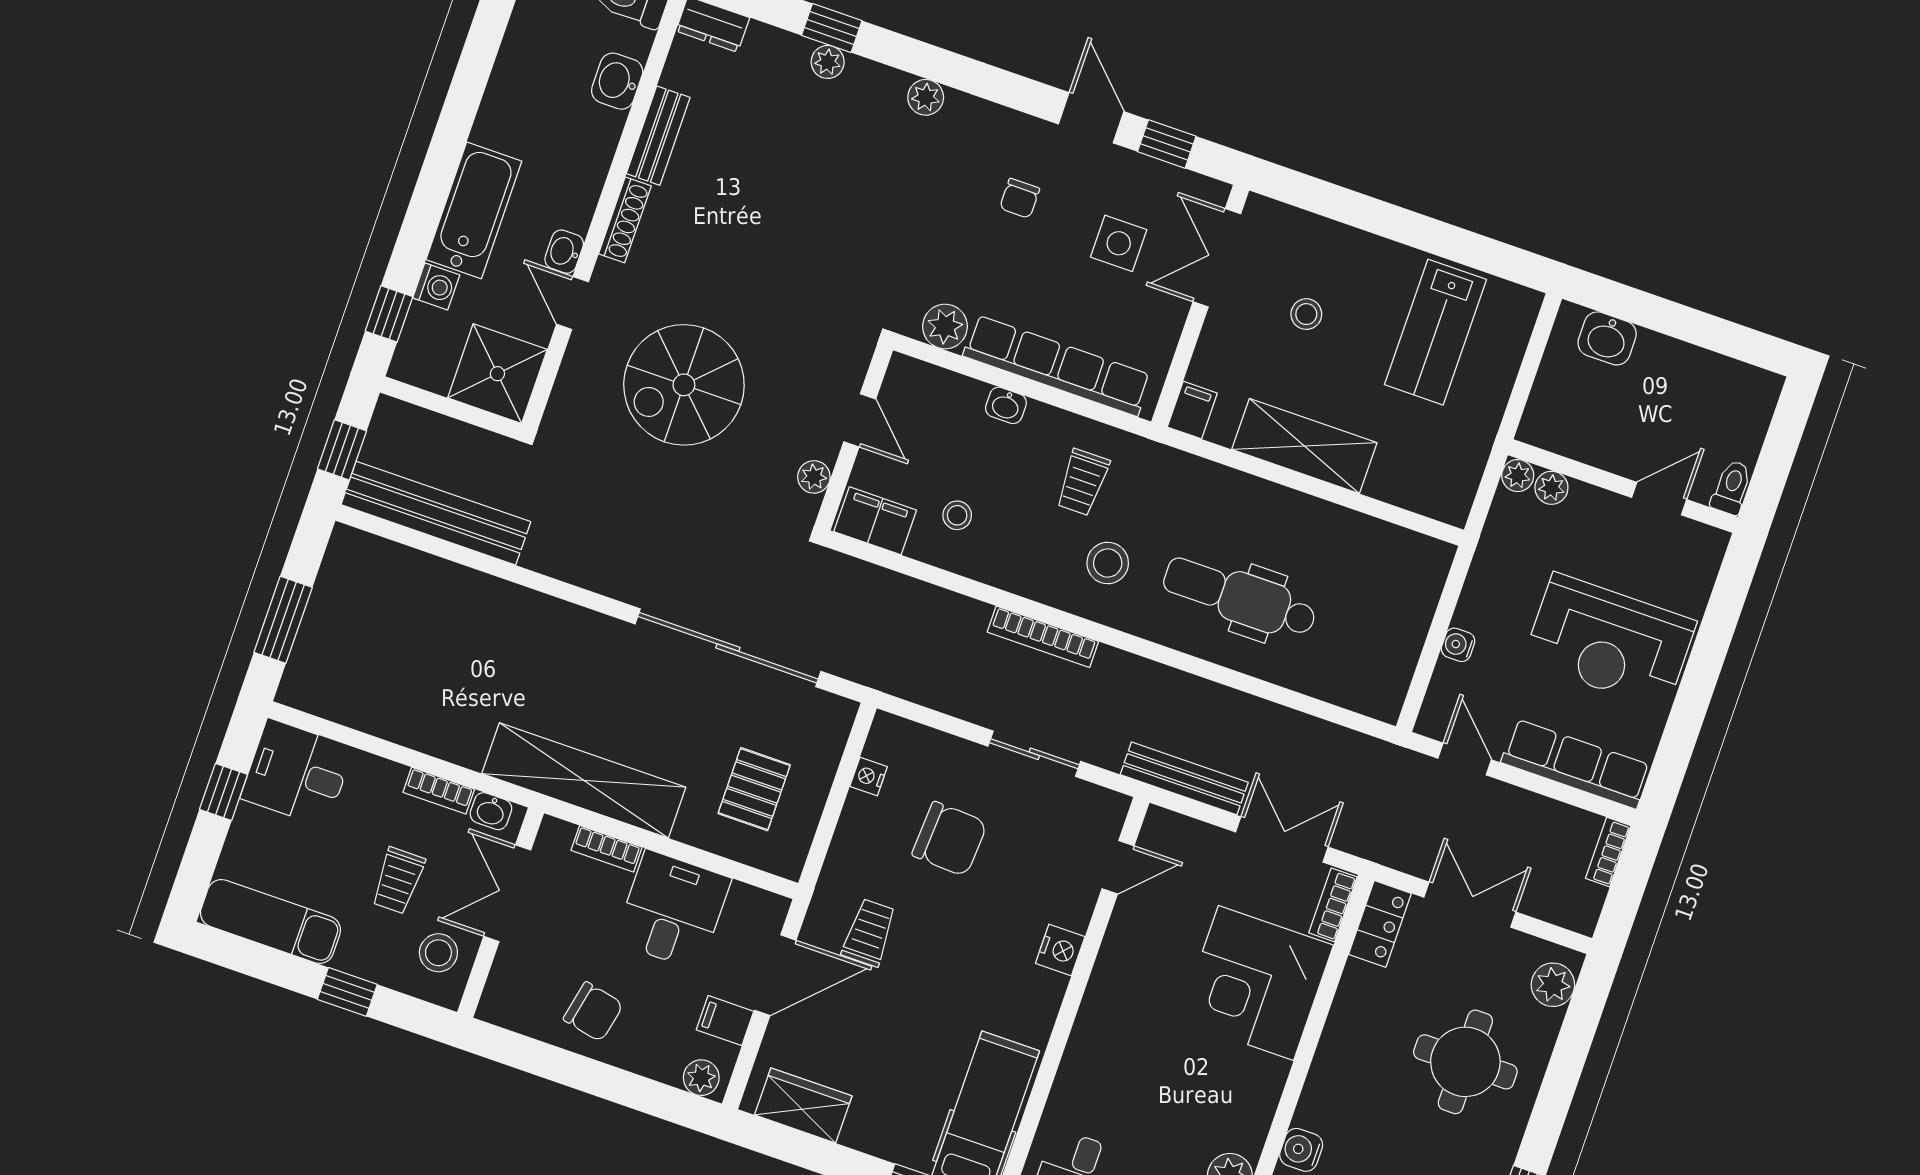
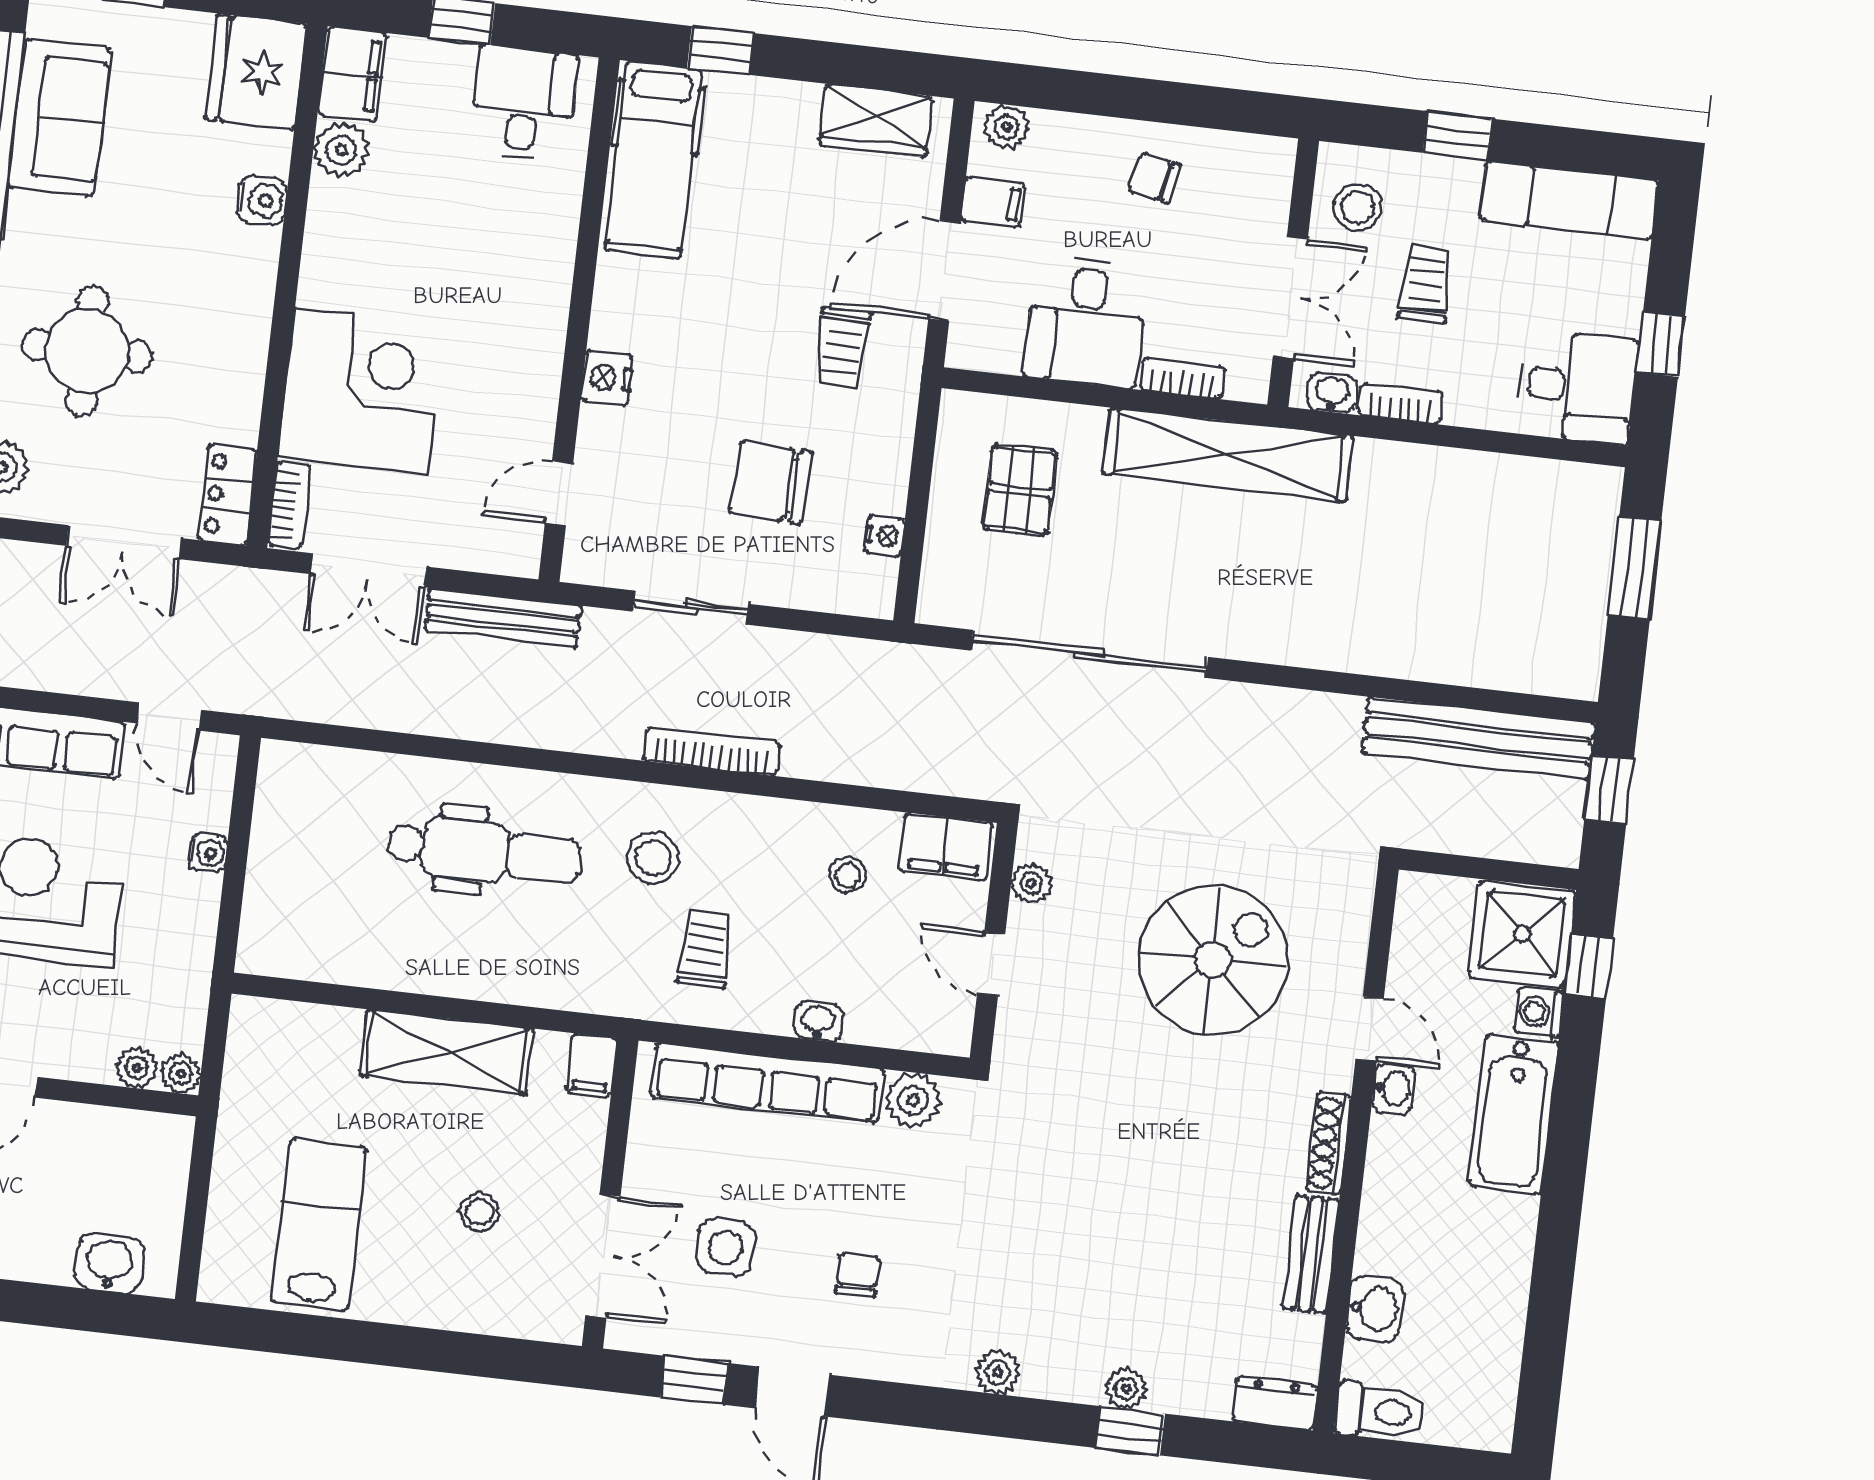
shower: (497, 374) -> (1522, 934), moved
chair: (593, 1012) -> (1155, 178), width x0.73, depth x0.73

